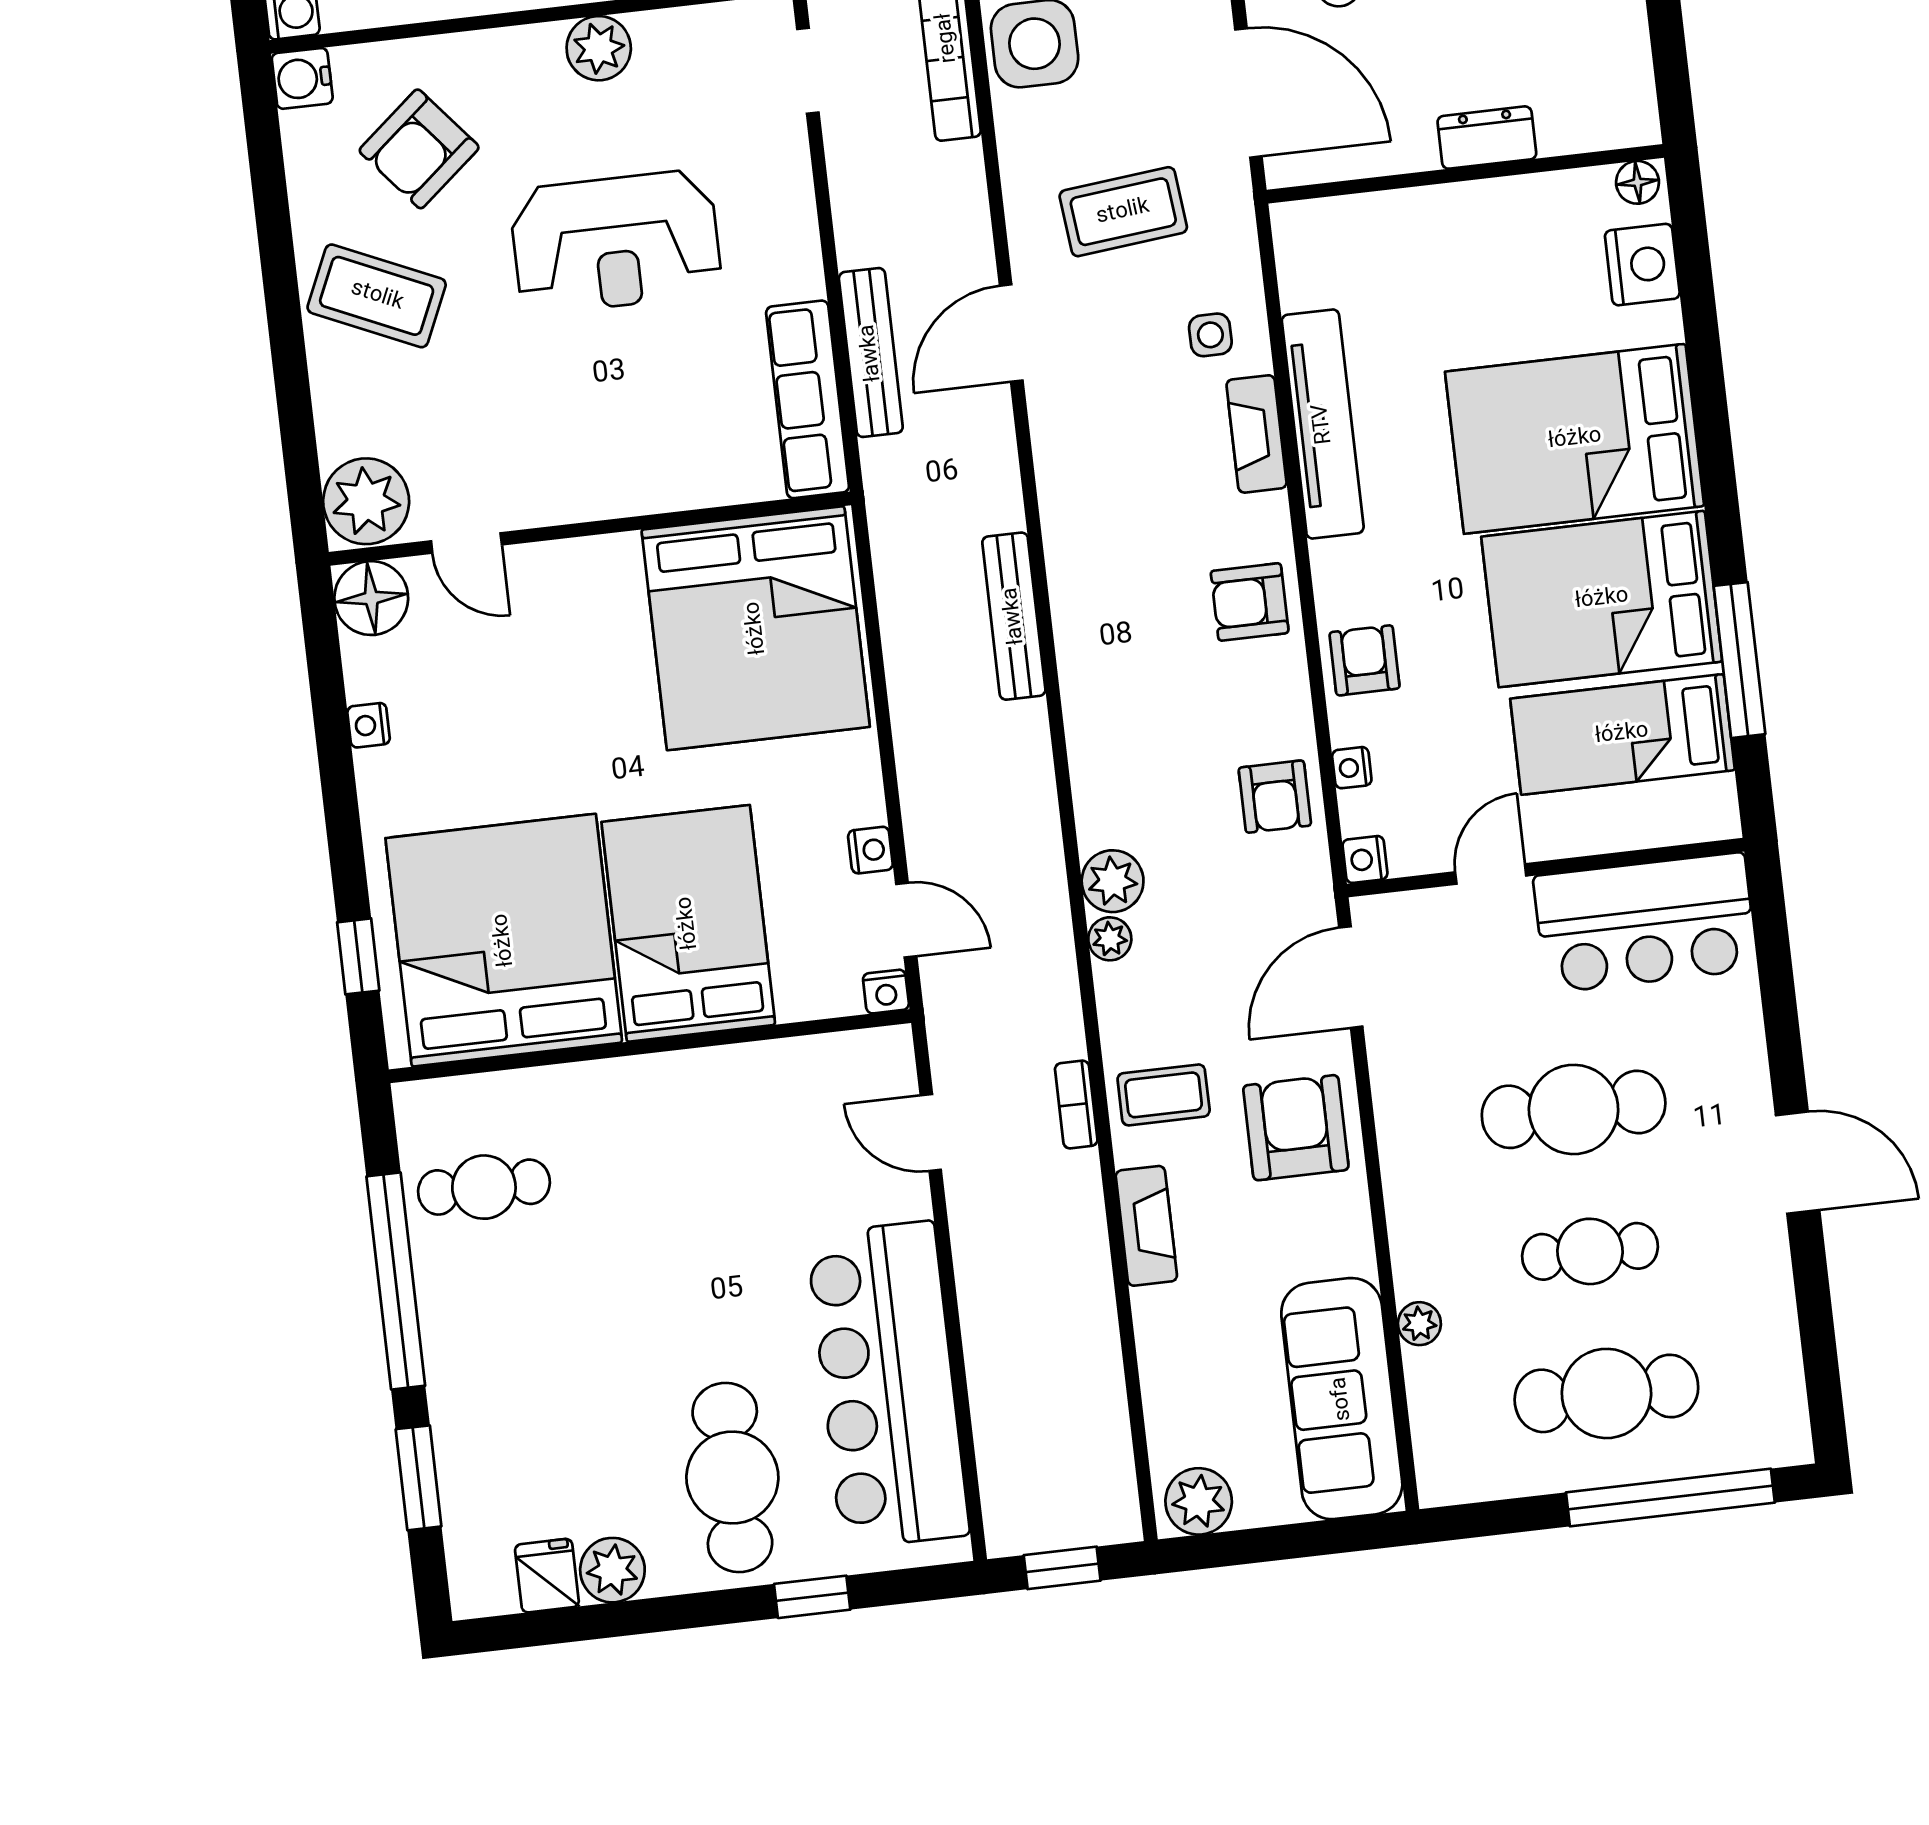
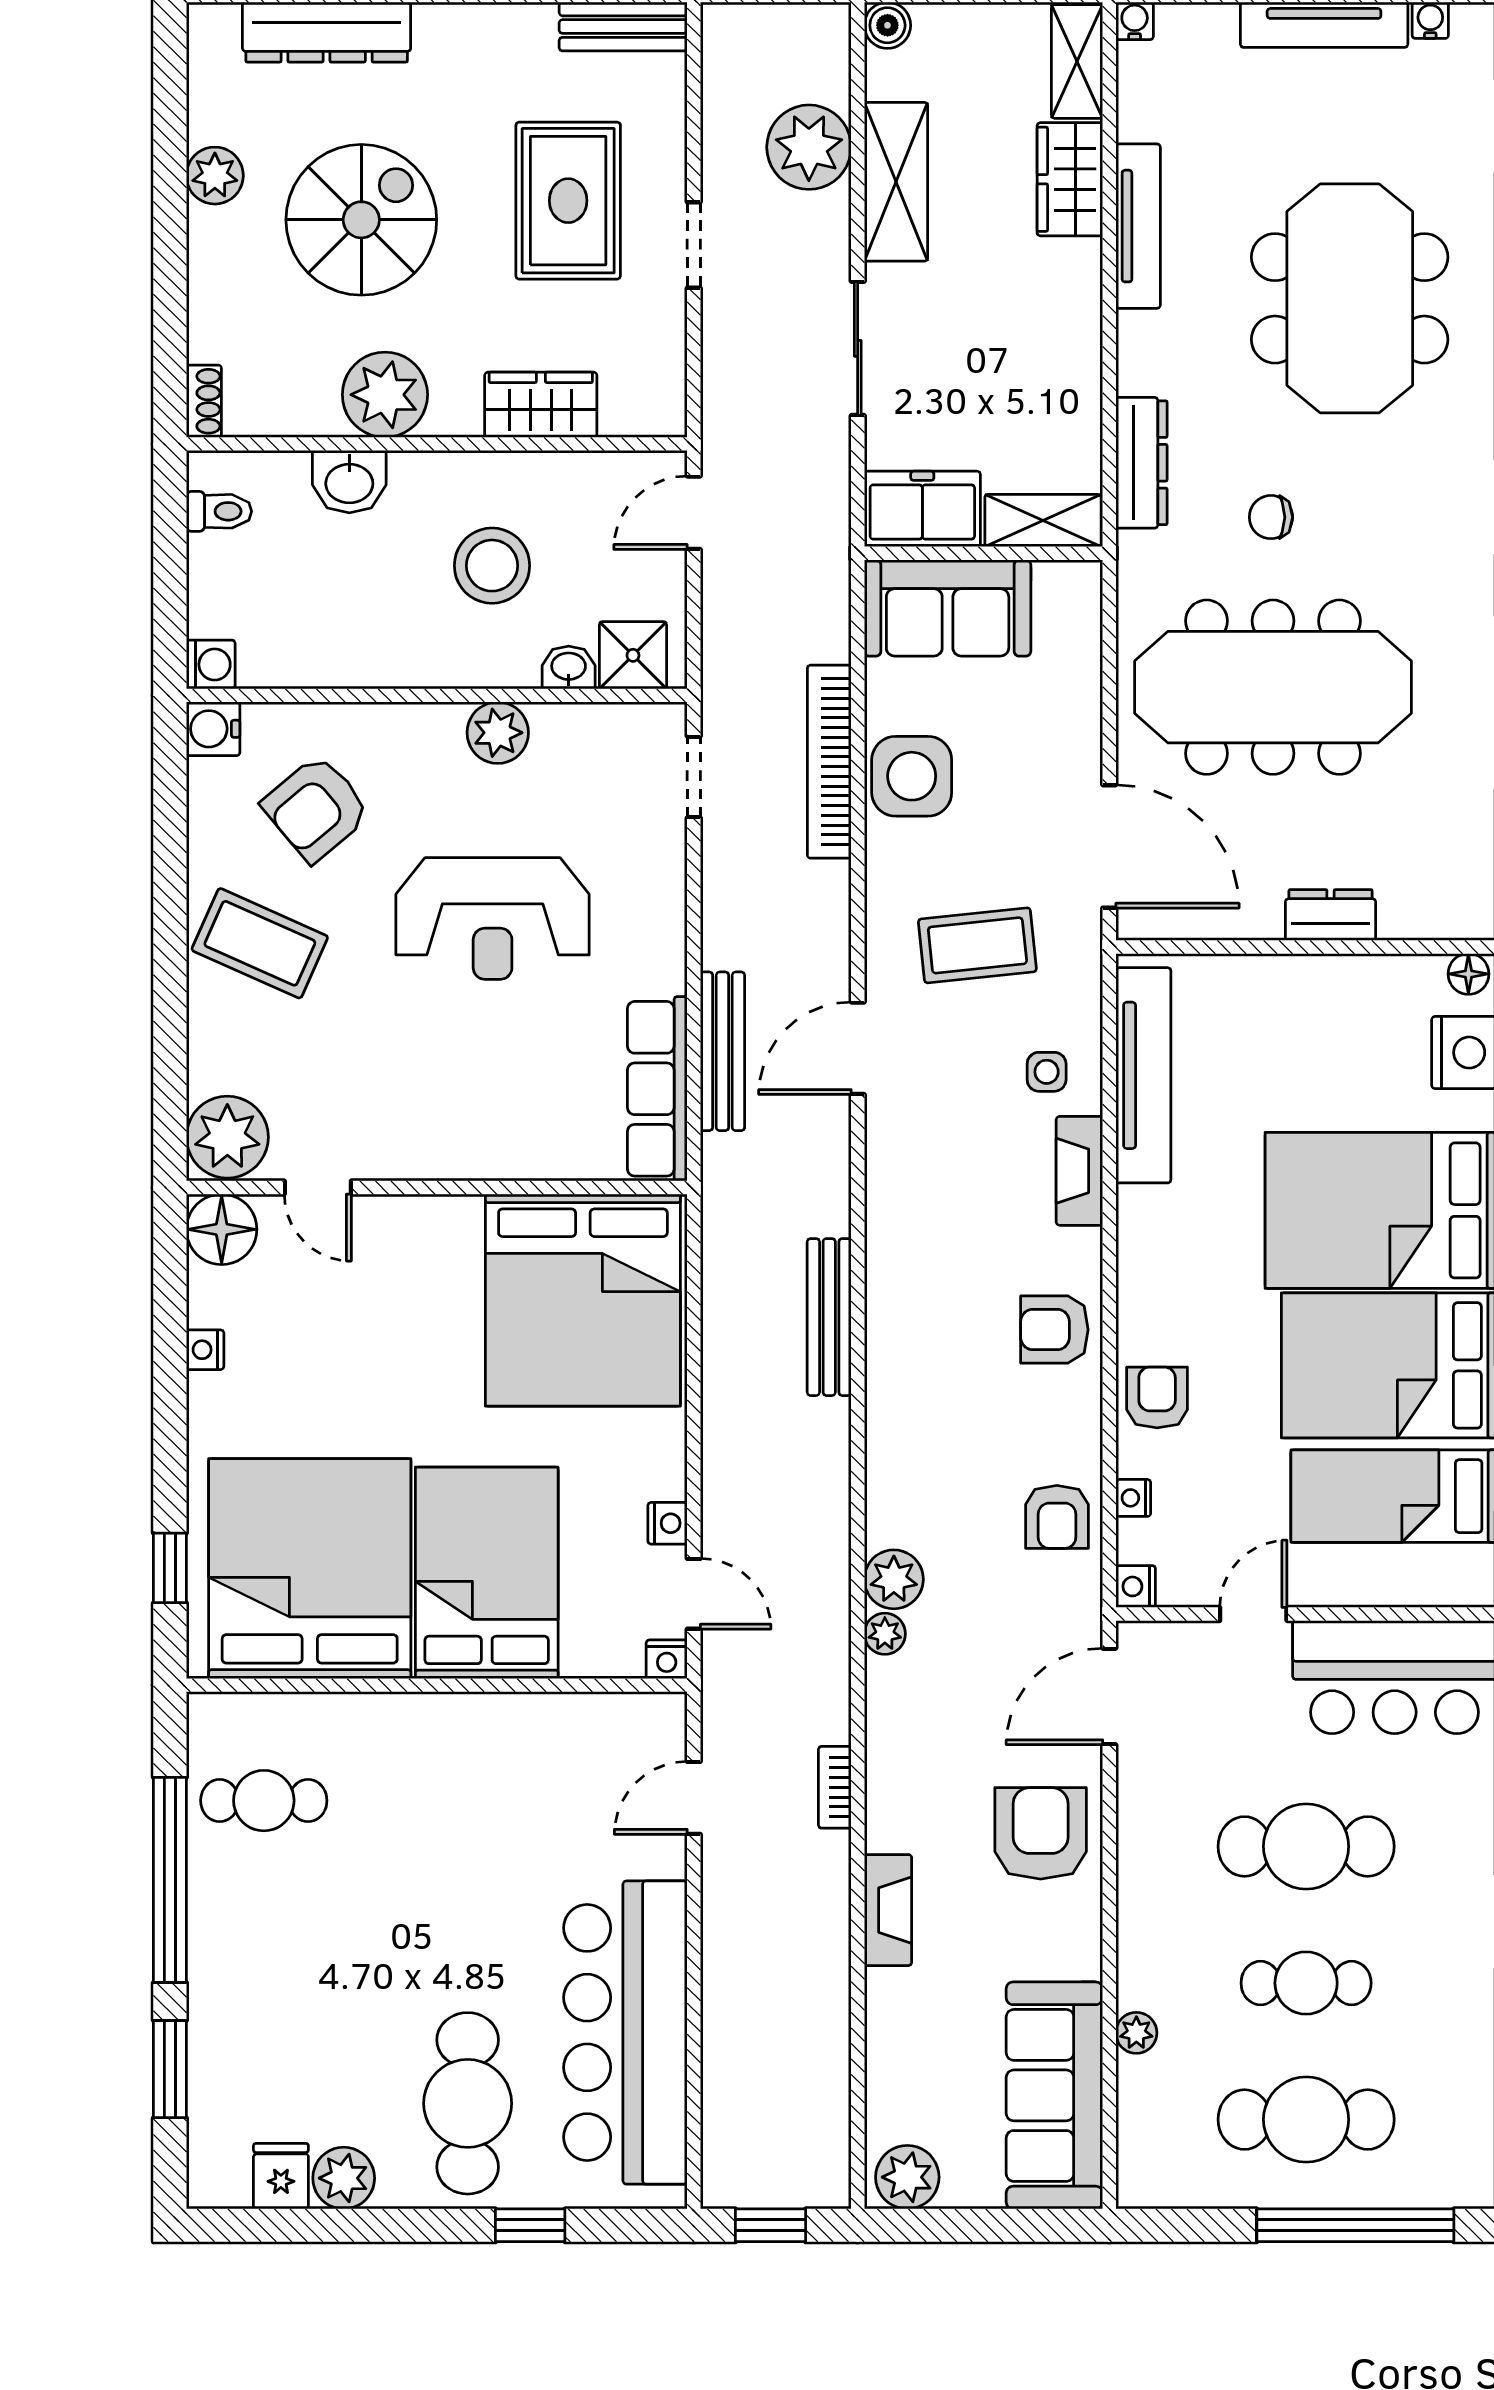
tv unit: (1323, 424) -> (1143, 1075), moved
coffee table: (1164, 1095) -> (919, 1788), removed
door: (931, 1133) -> (694, 1798), hinge flipped

